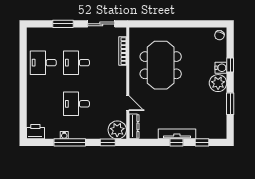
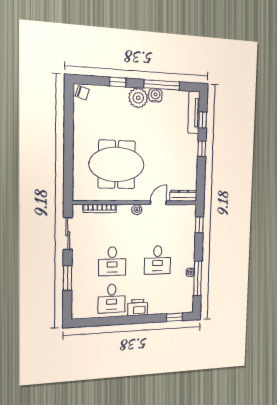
water cooler: (221, 68) -> (155, 95), moved
window: (230, 104) -> (162, 85), width x1.44
window: (23, 121) -> (174, 317), added
plant: (117, 130) -> (137, 210), moved, width x0.53, depth x0.53
printer: (35, 132) -> (138, 308), moved, turned 90
tv unit: (177, 134) -> (194, 112), moved
window: (70, 142) -> (198, 278), moved

